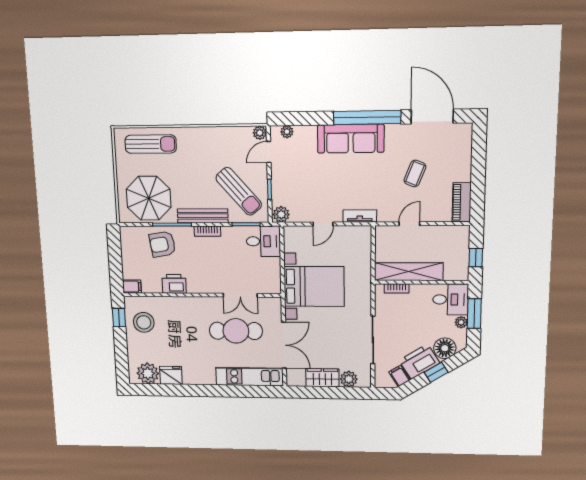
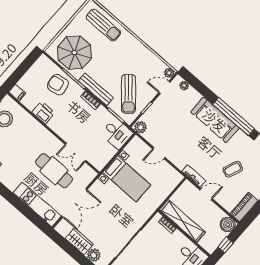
tv unit: (360, 216) -> (194, 176), moved
boiler: (460, 235) -> (228, 224), added
bed with nightstands: (314, 286) -> (127, 179), width x0.73

